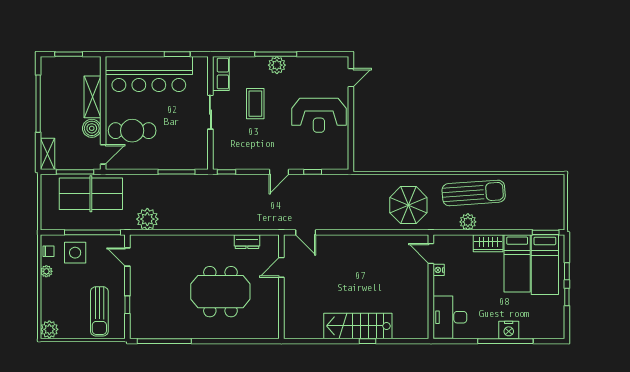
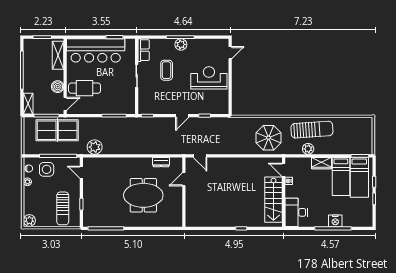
shelving: (92, 97) -> (58, 55), moved
reception desk: (319, 115) -> (209, 78), turned 180
stairs: (358, 326) -> (273, 200), moved, turned -90

